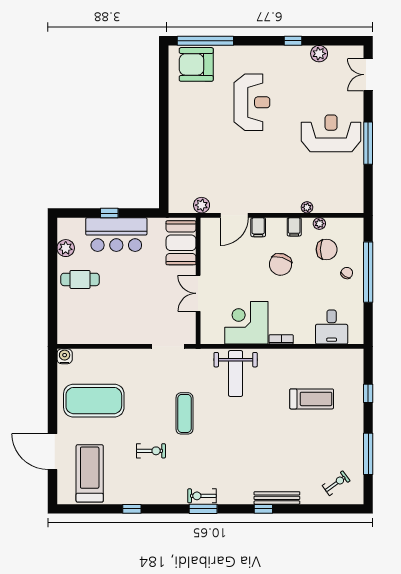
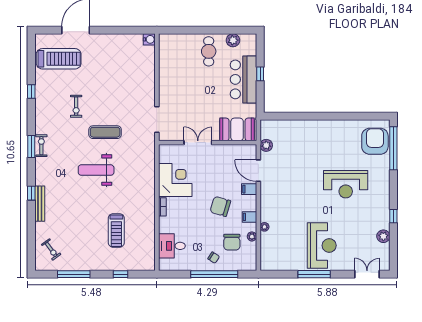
weight bench: (236, 373) -> (96, 170), moved
exercise mat: (94, 401) -> (115, 62), removed

